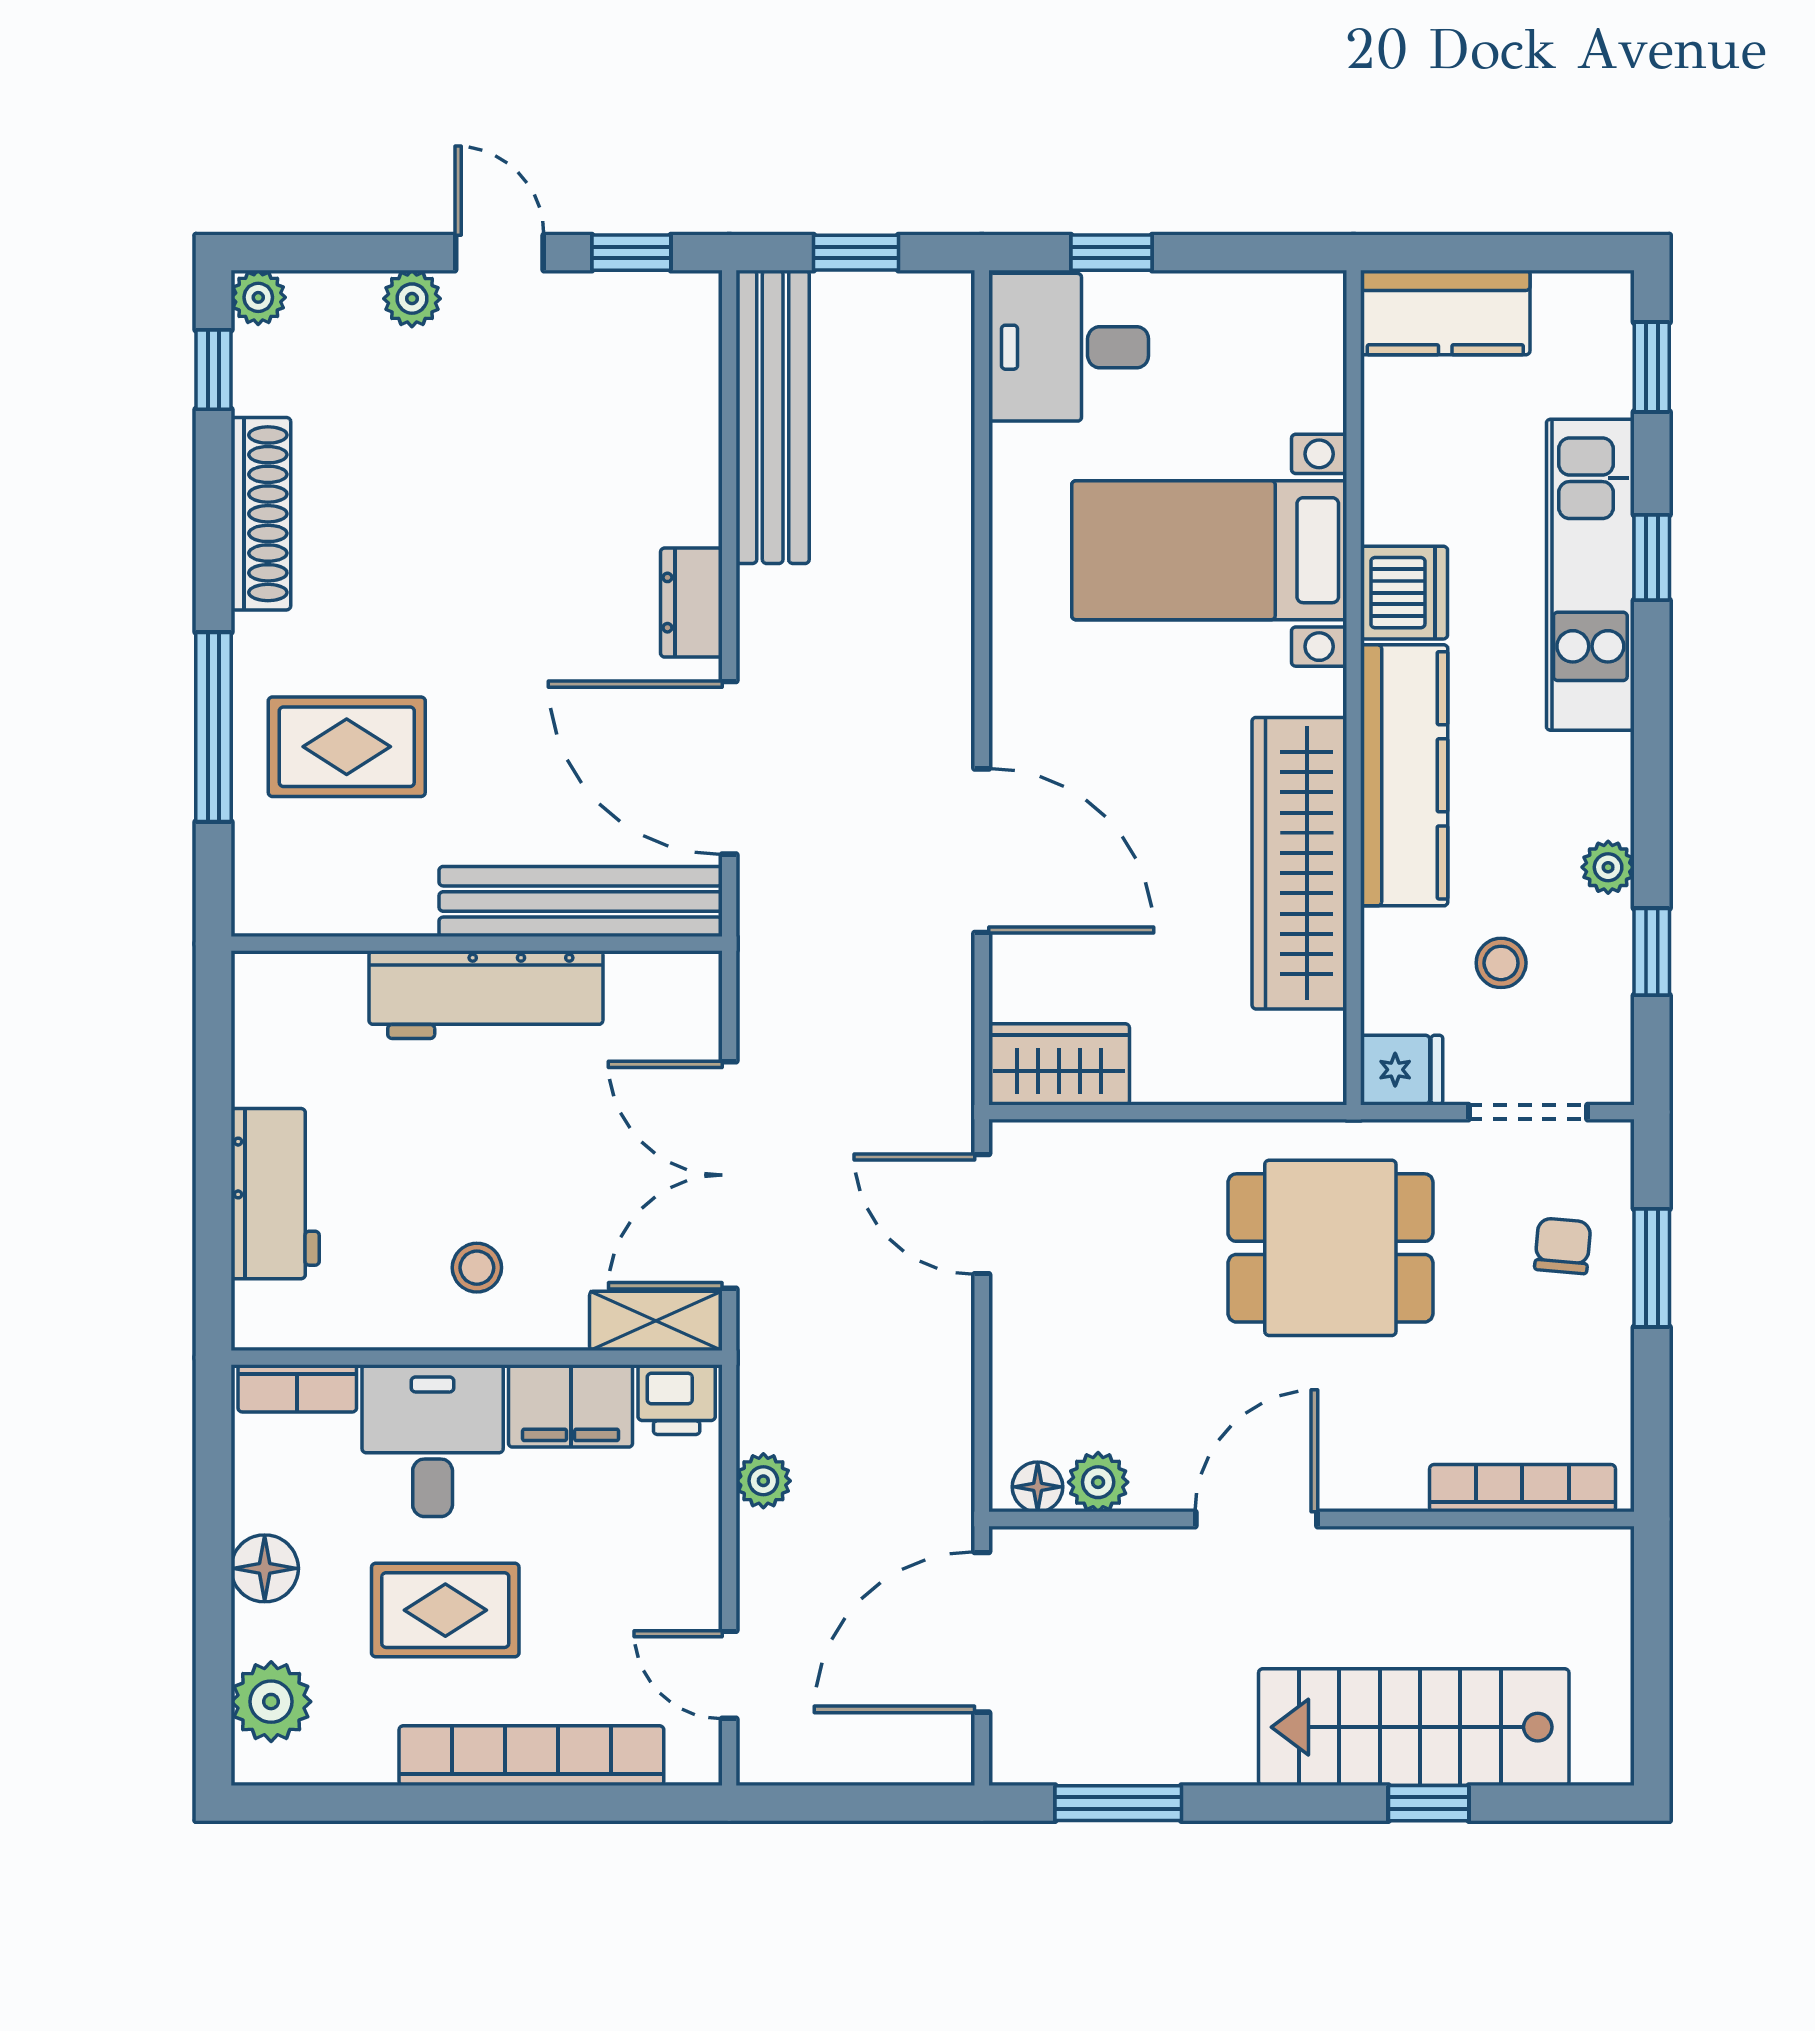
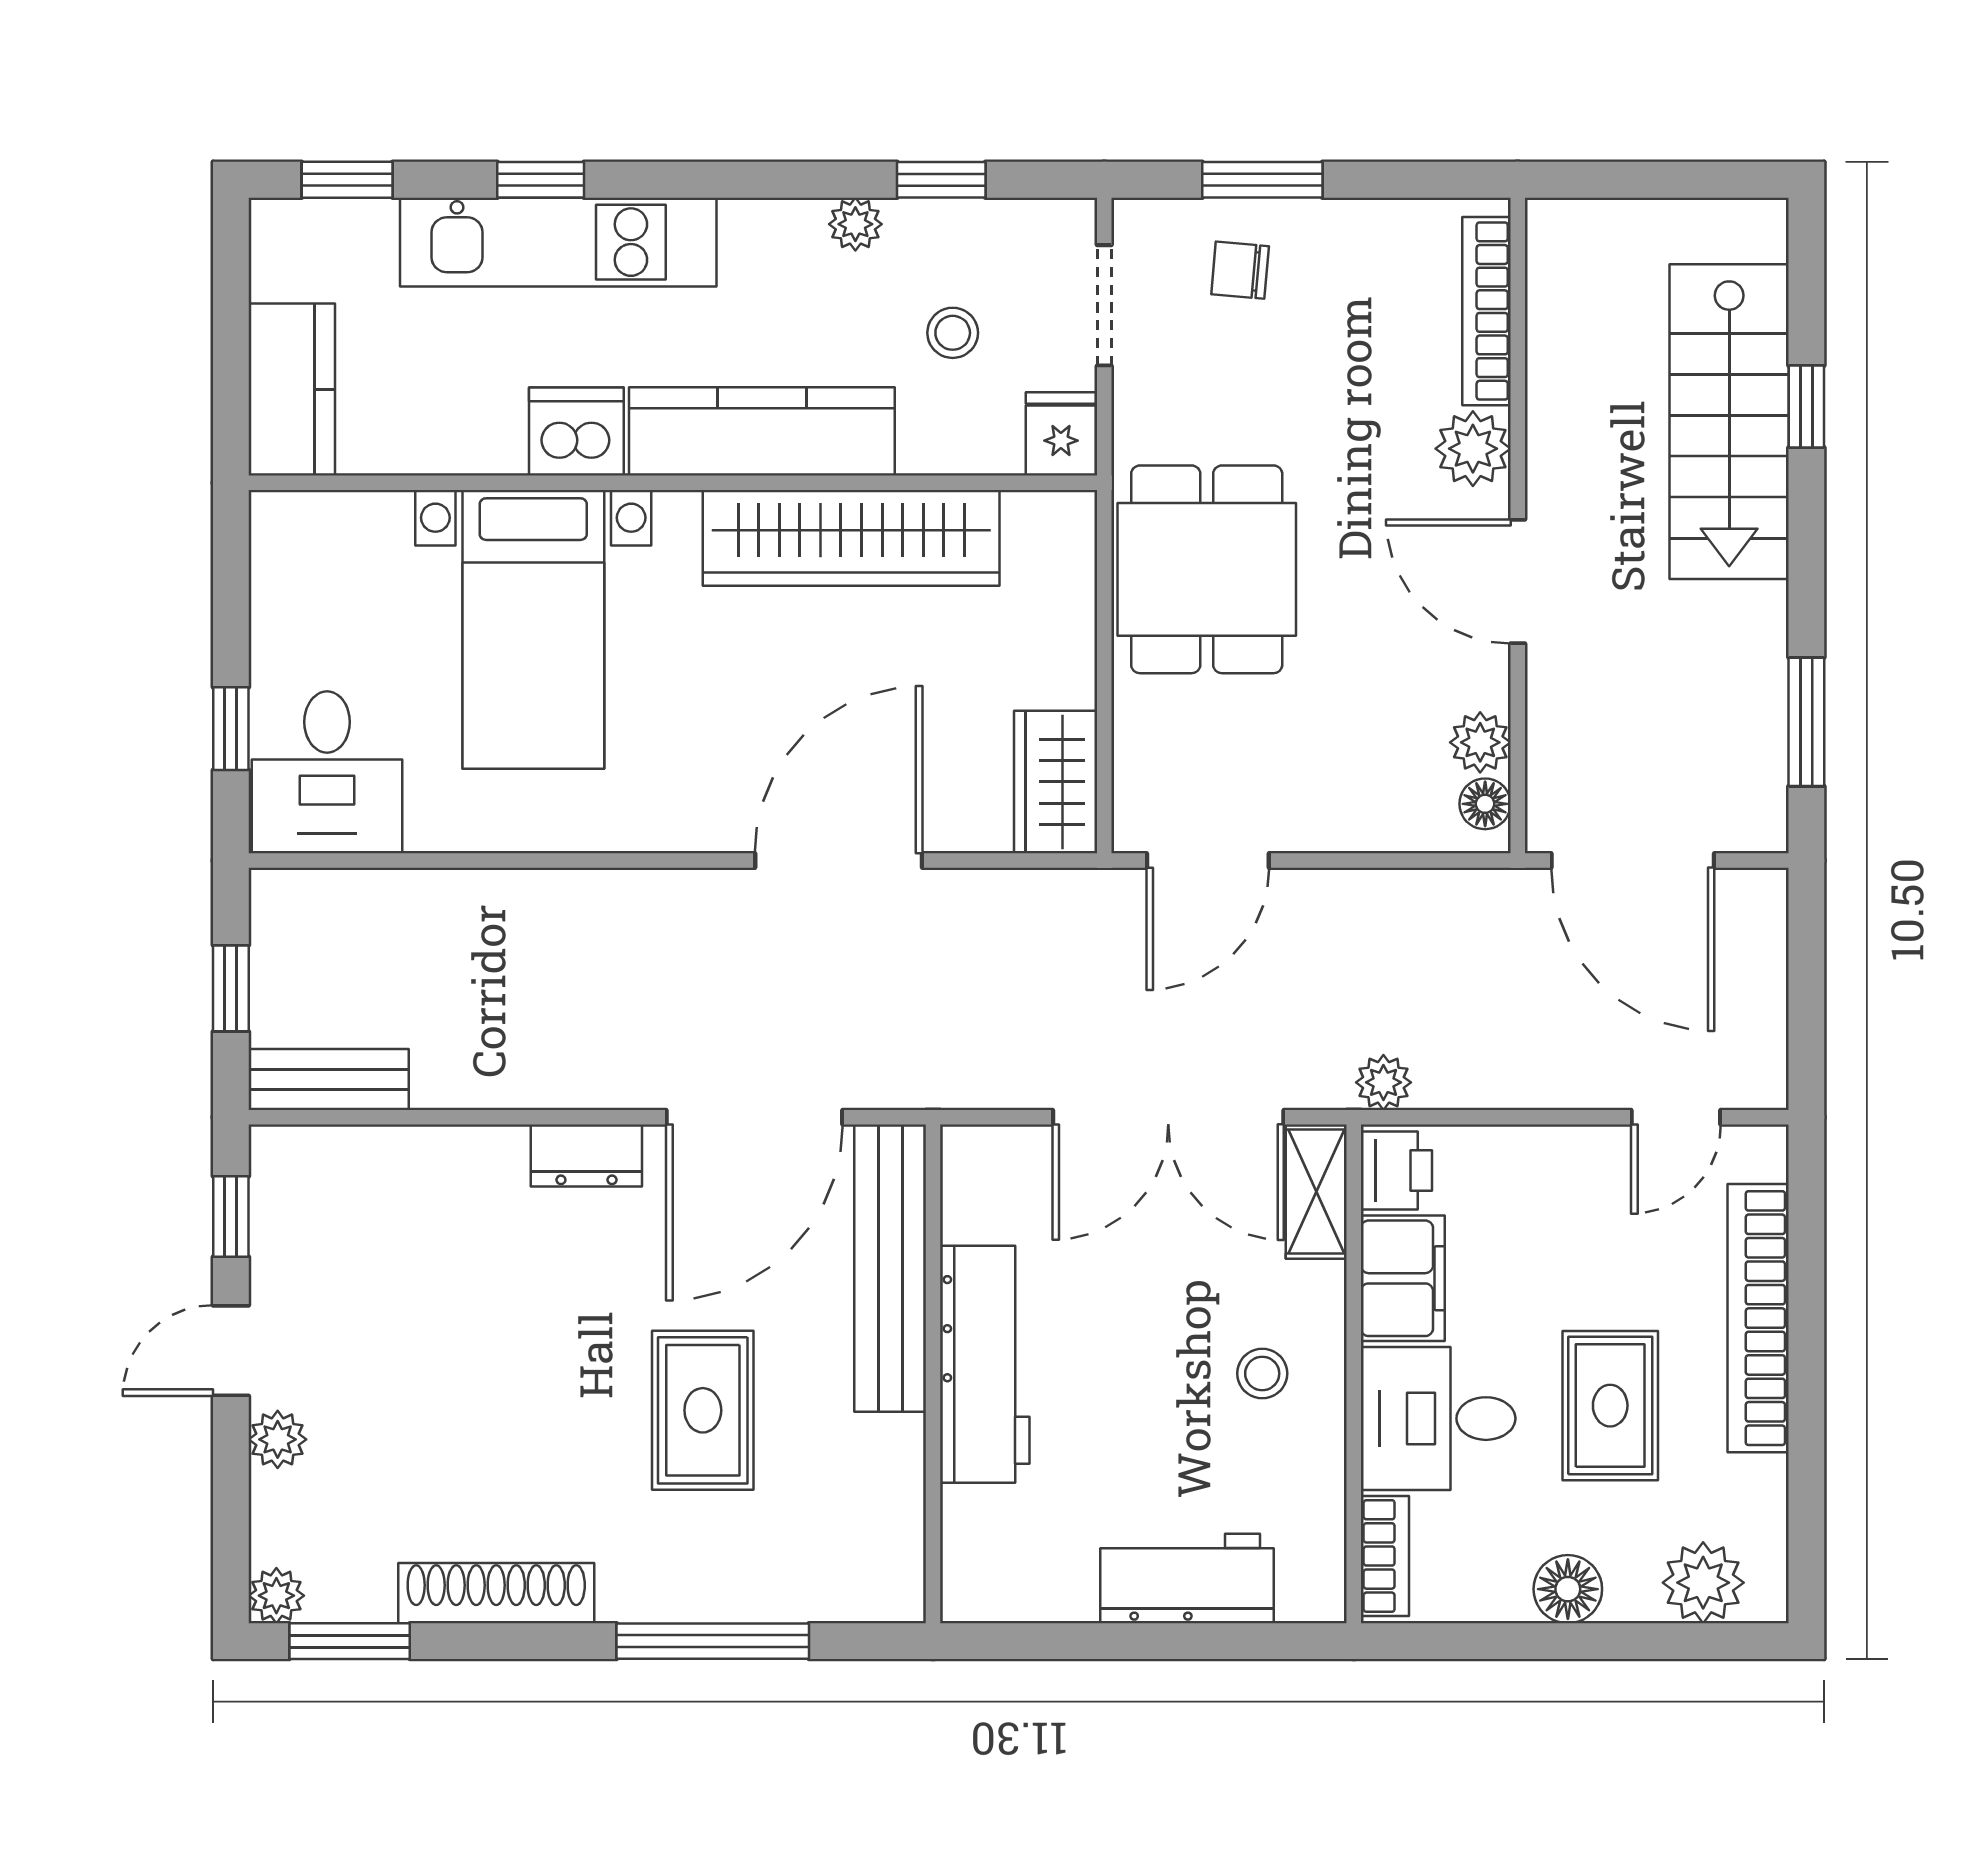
window: (214, 370) -> (350, 1641), width x1.50
bench: (773, 417) -> (329, 1079), width x0.54, depth x0.82
rug: (347, 747) -> (703, 1410), moved
dining table: (1330, 1248) -> (1207, 569), moved
plant: (1387, 1475) -> (1473, 449), added
plant: (763, 1481) -> (1383, 1082), moved

